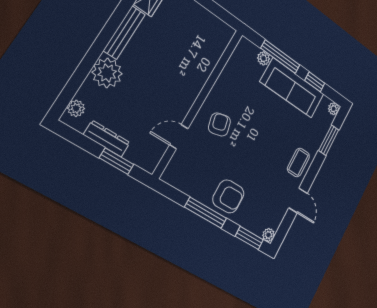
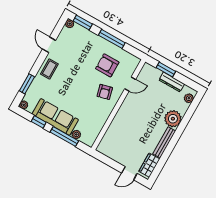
armchair: (228, 196) -> (107, 65), moved

